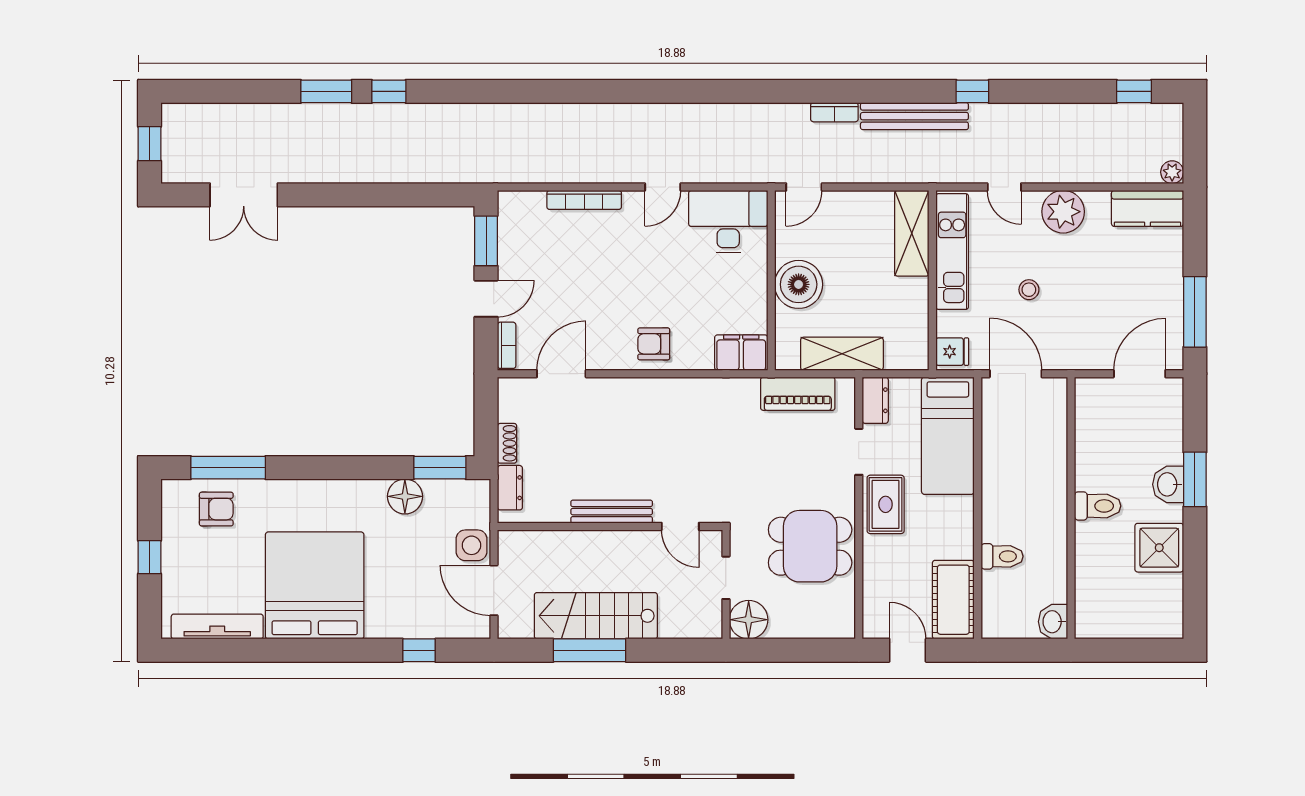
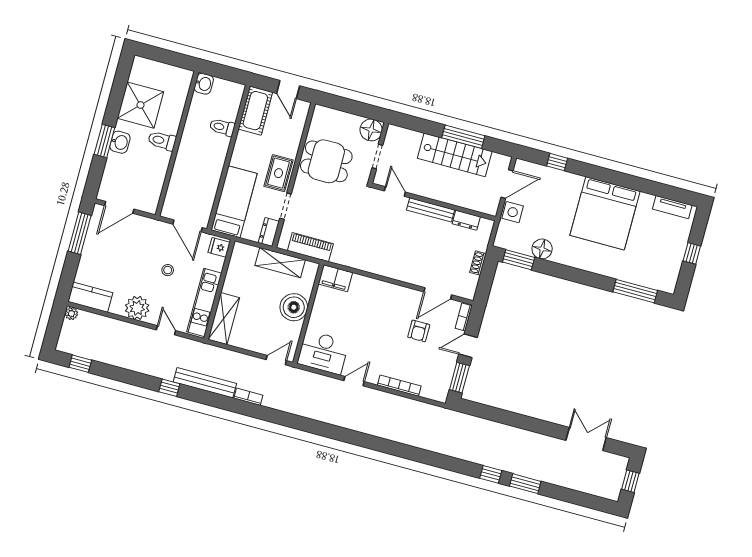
armchair: (654, 344) -> (419, 331), moved, turned 90
dresser: (510, 488) -> (466, 220), moved, turned -90
armchair: (216, 509) -> (648, 270), removed
shower: (1159, 548) -> (140, 105), width x1.37, depth x1.37
door: (494, 590) -> (507, 184), hinge flipped
tv unit: (217, 627) -> (672, 207), width x0.71

